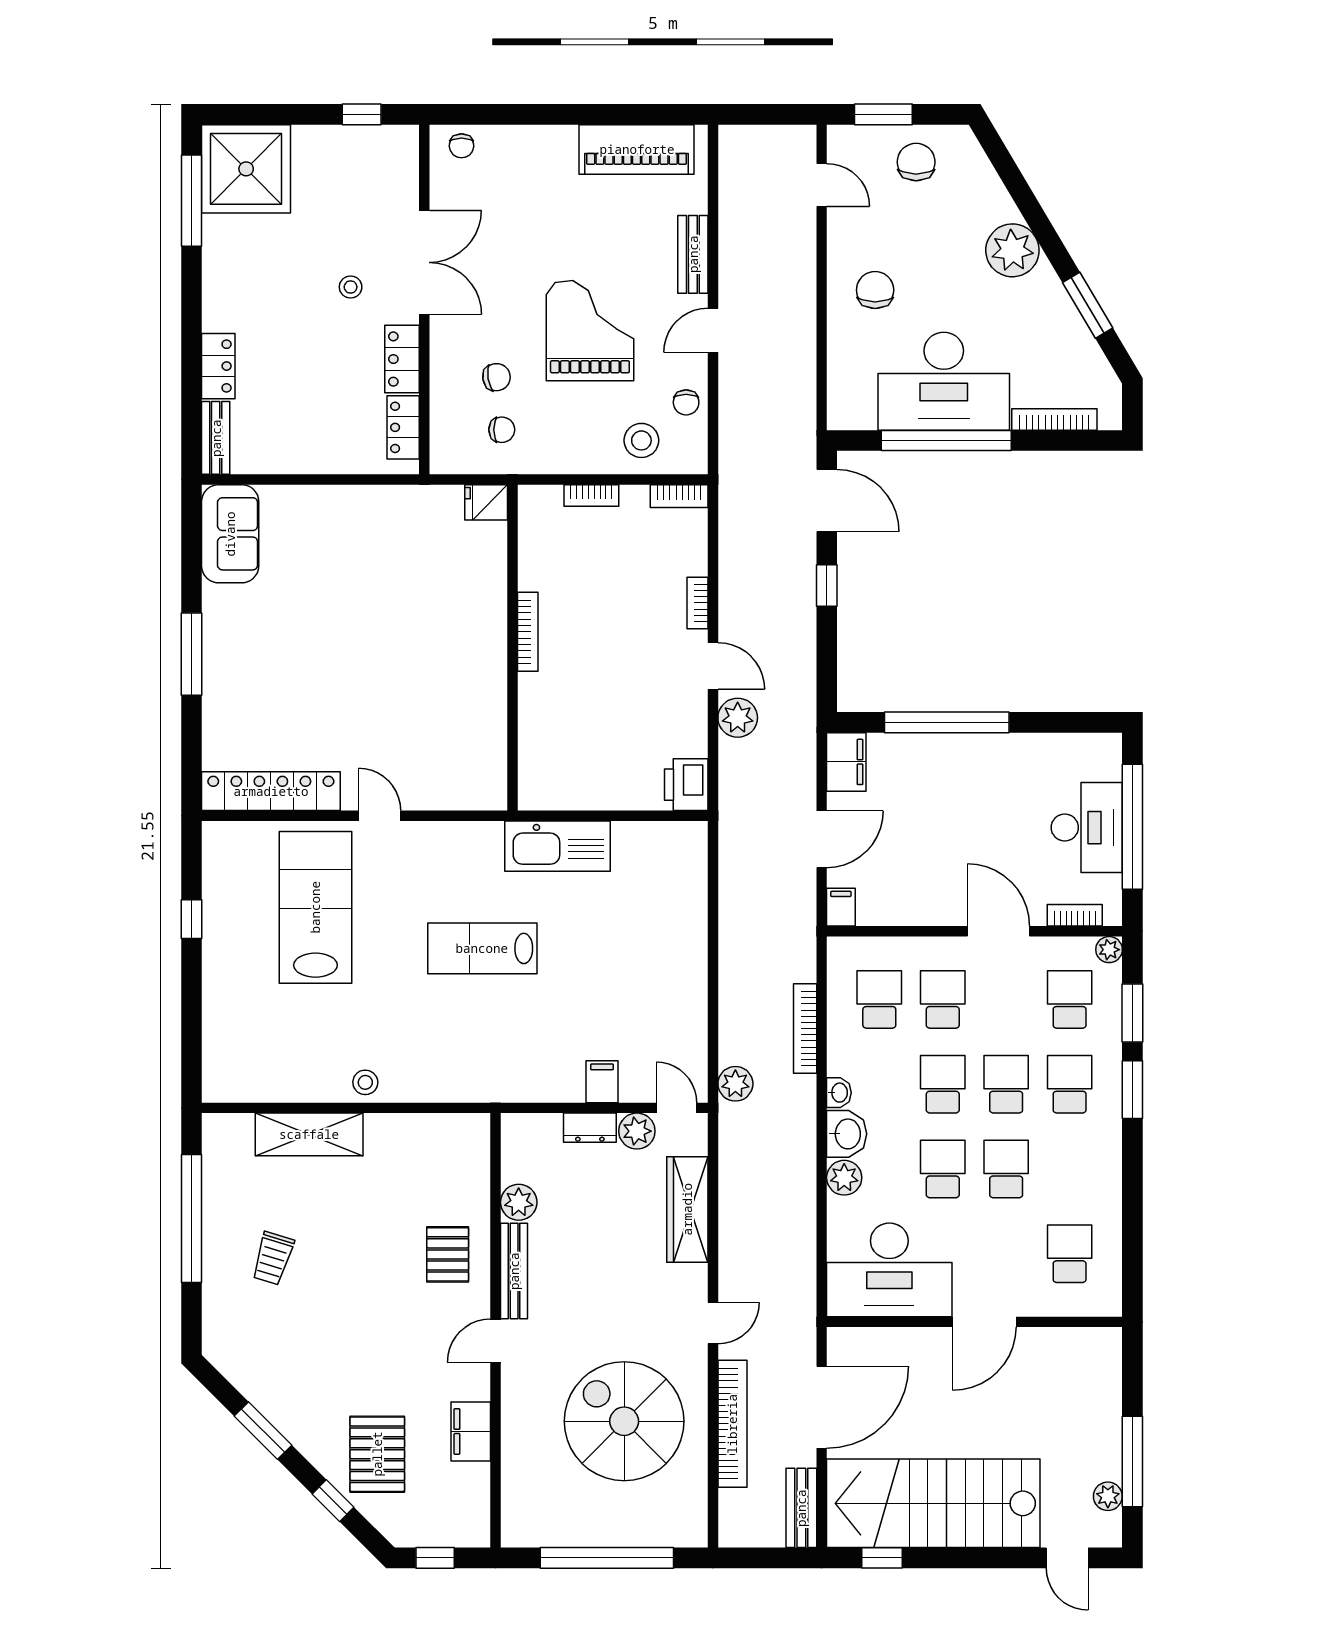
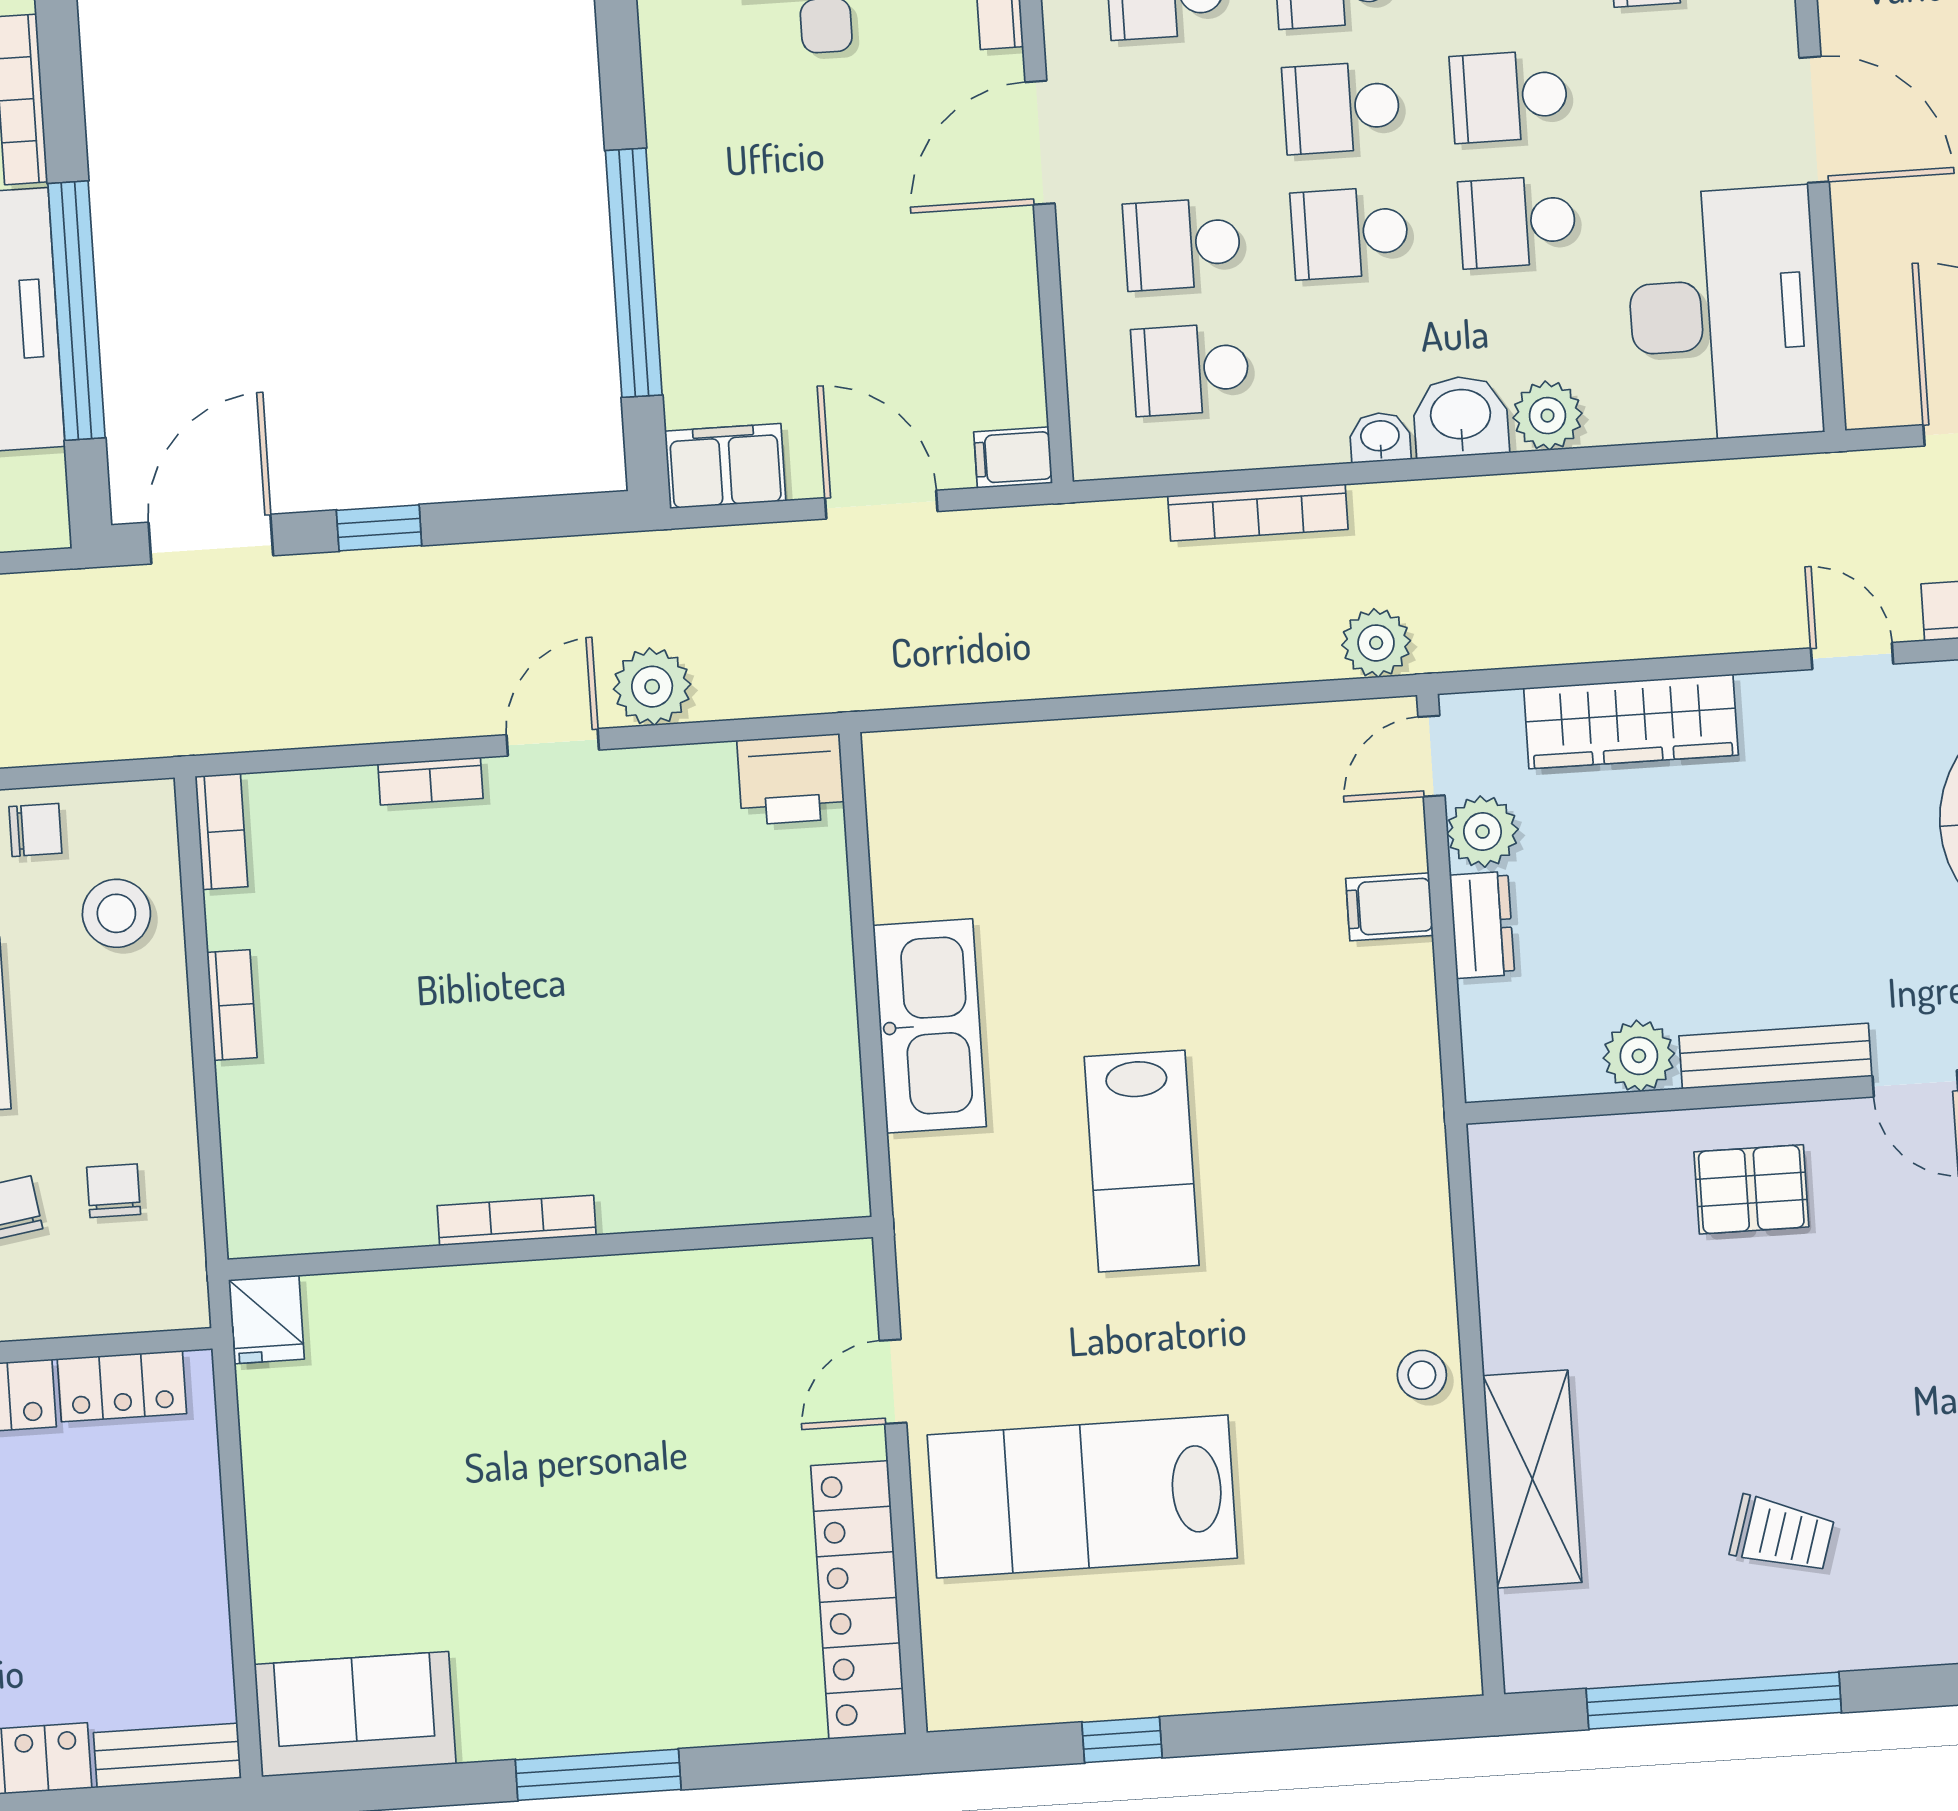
fridge: (486, 502) -> (266, 1319), moved
bookcase: (528, 632) -> (517, 1220), moved
wall: (513, 648) -> (550, 1248), moved

